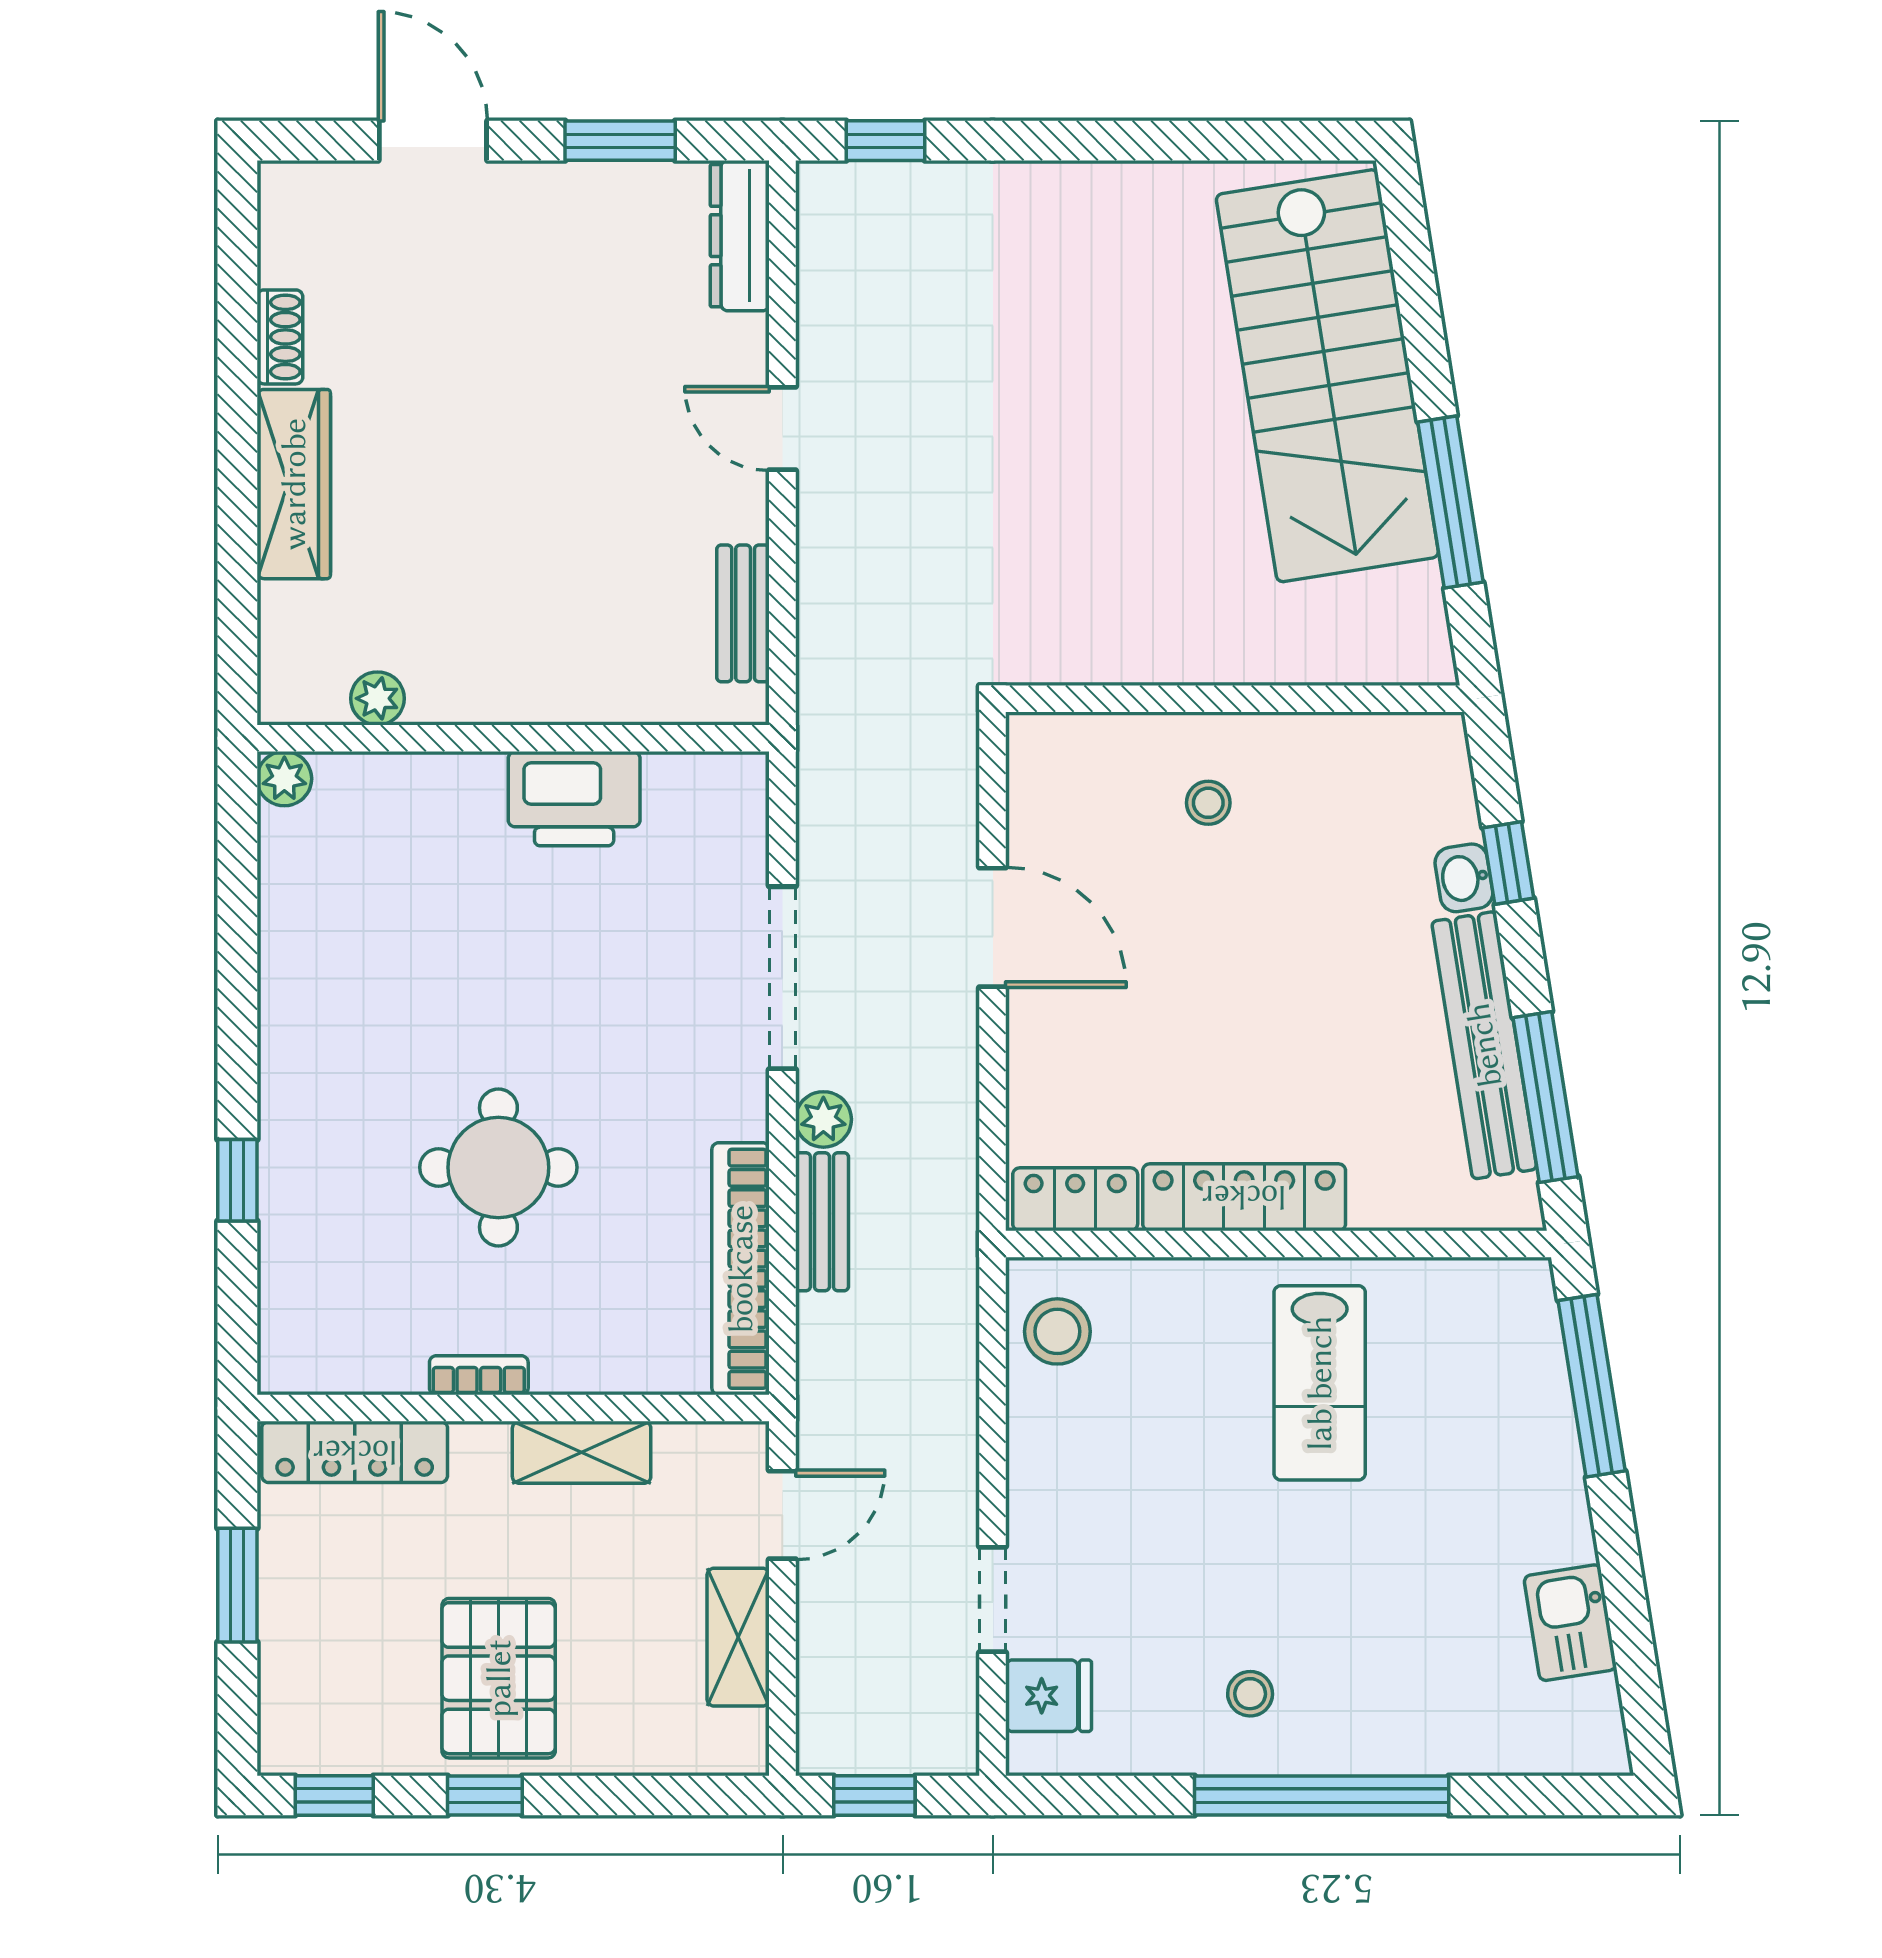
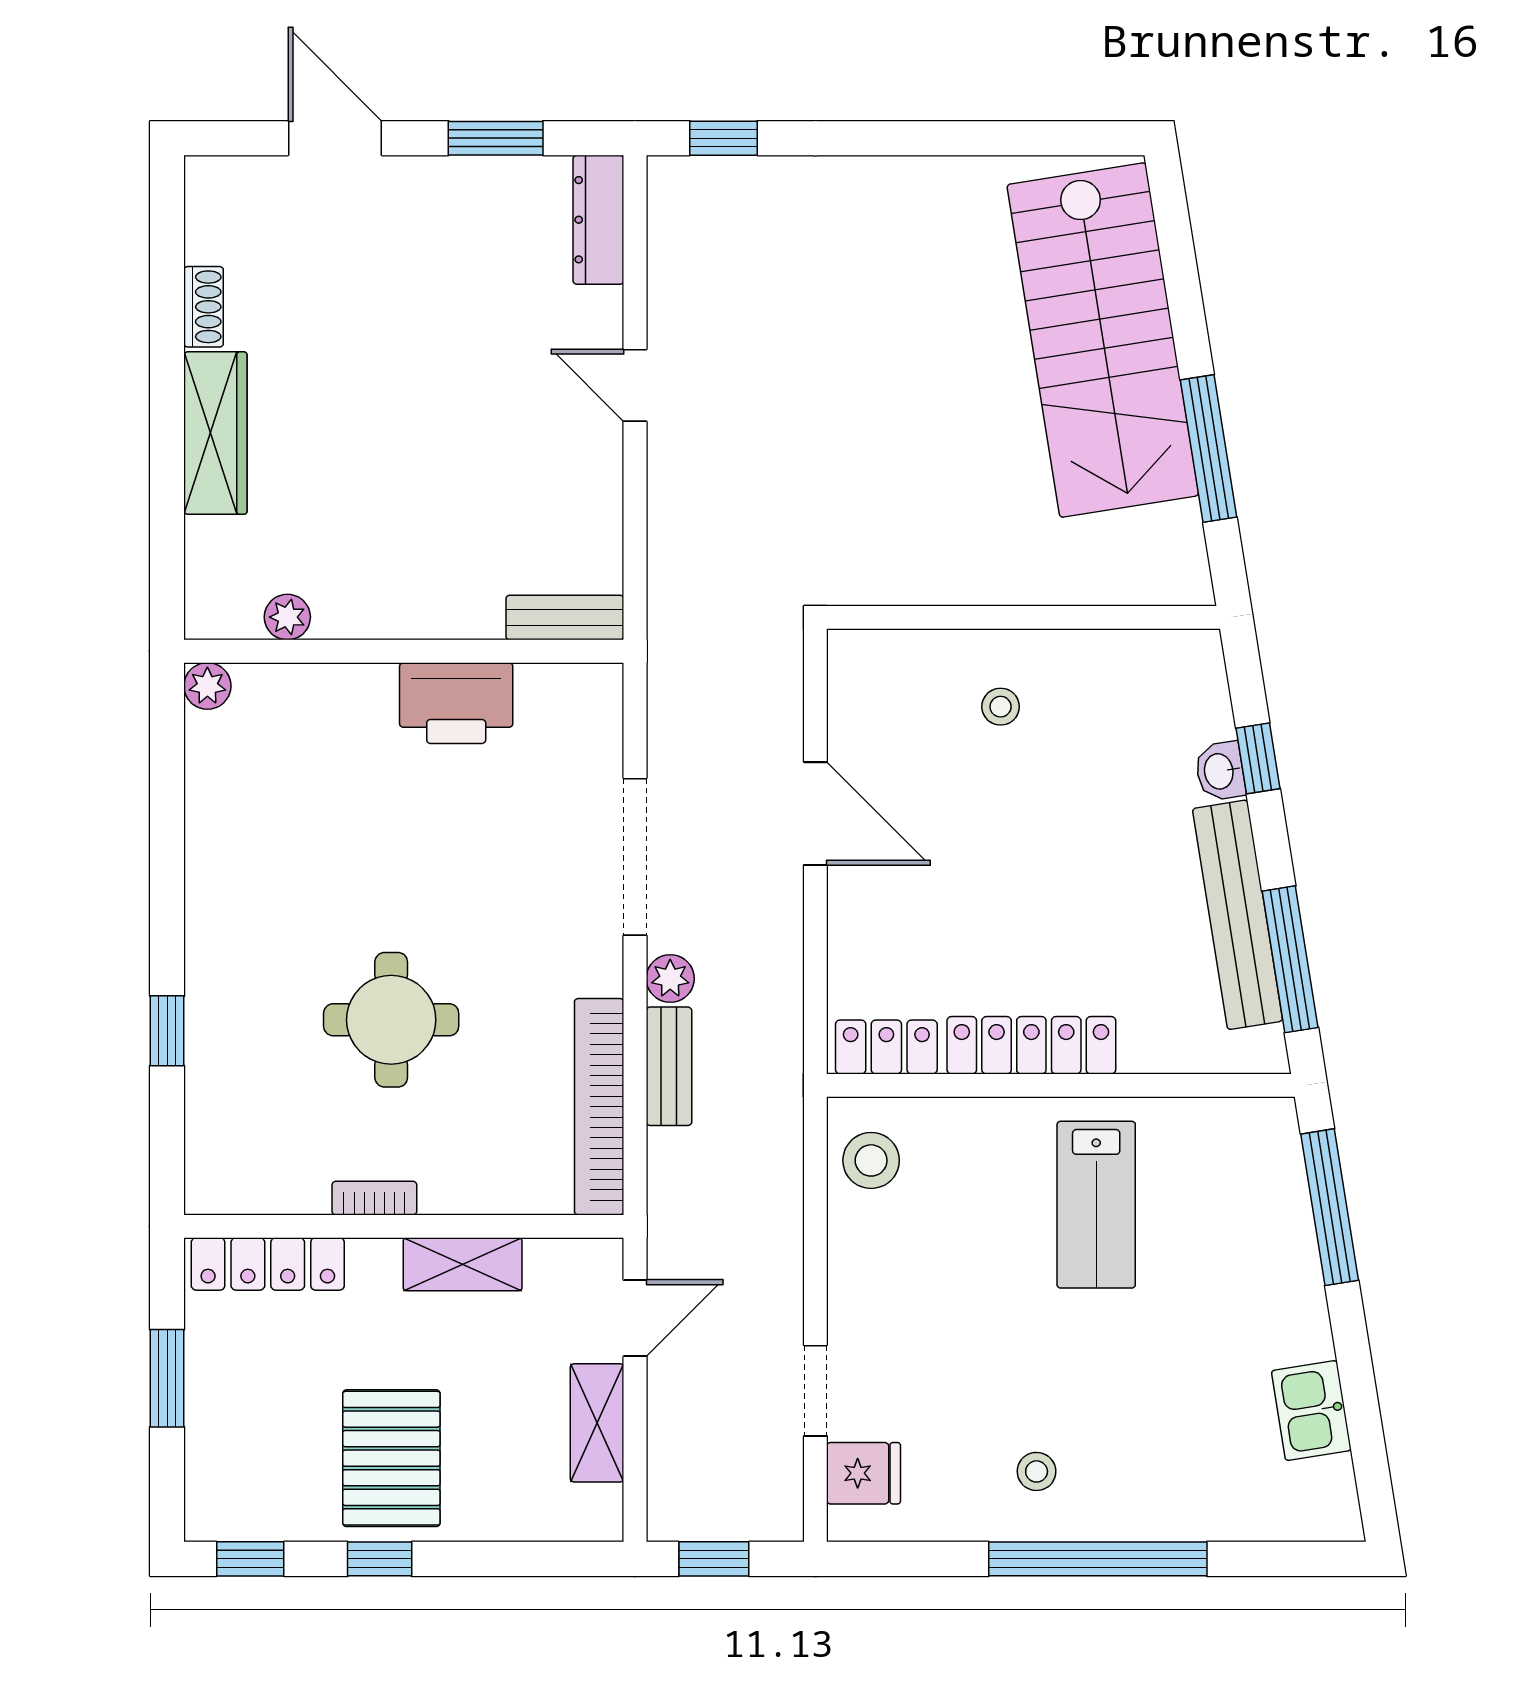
bench: (743, 613) -> (565, 618), moved, turned 90

